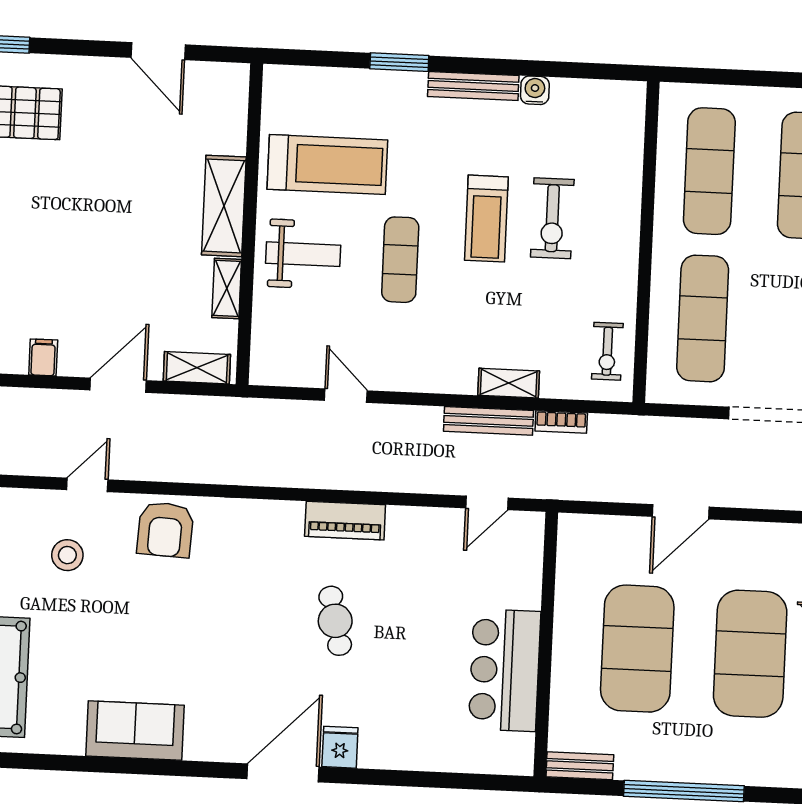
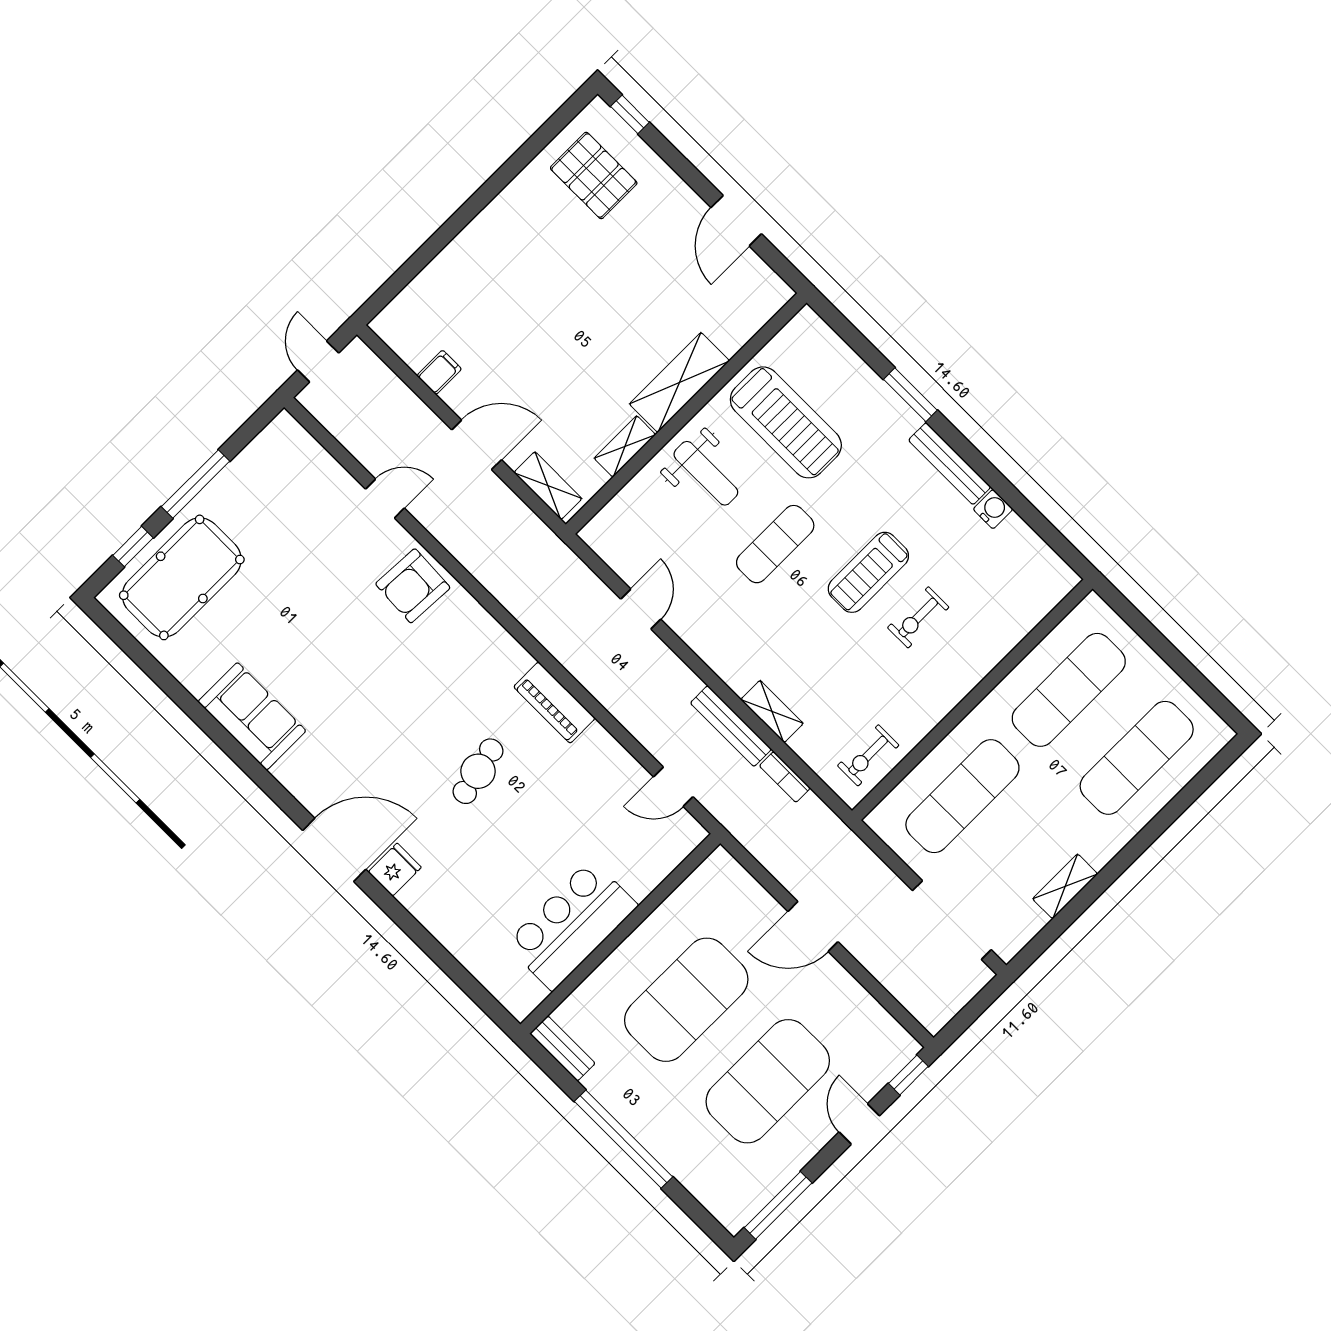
exercise bike: (552, 218) -> (918, 617), width x0.73, depth x0.72
stool: (67, 555) -> (322, 538), removed

